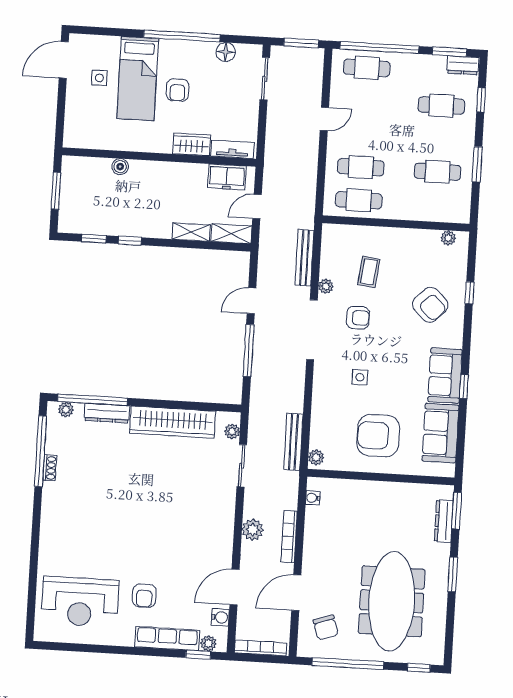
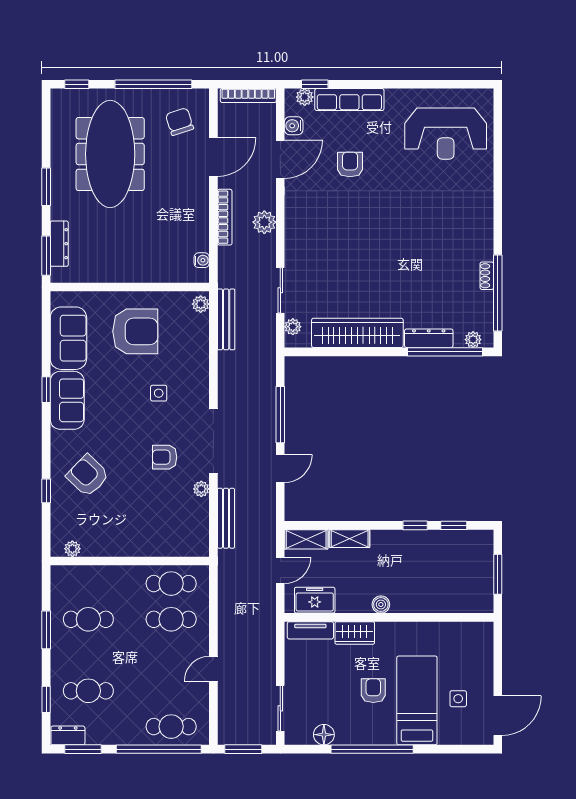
boiler: (120, 167) -> (381, 604), moved
coffee table: (369, 272) -> (156, 507), removed
armchair: (144, 596) -> (350, 165), moved
reception desk: (80, 602) -> (446, 134), turned 180

